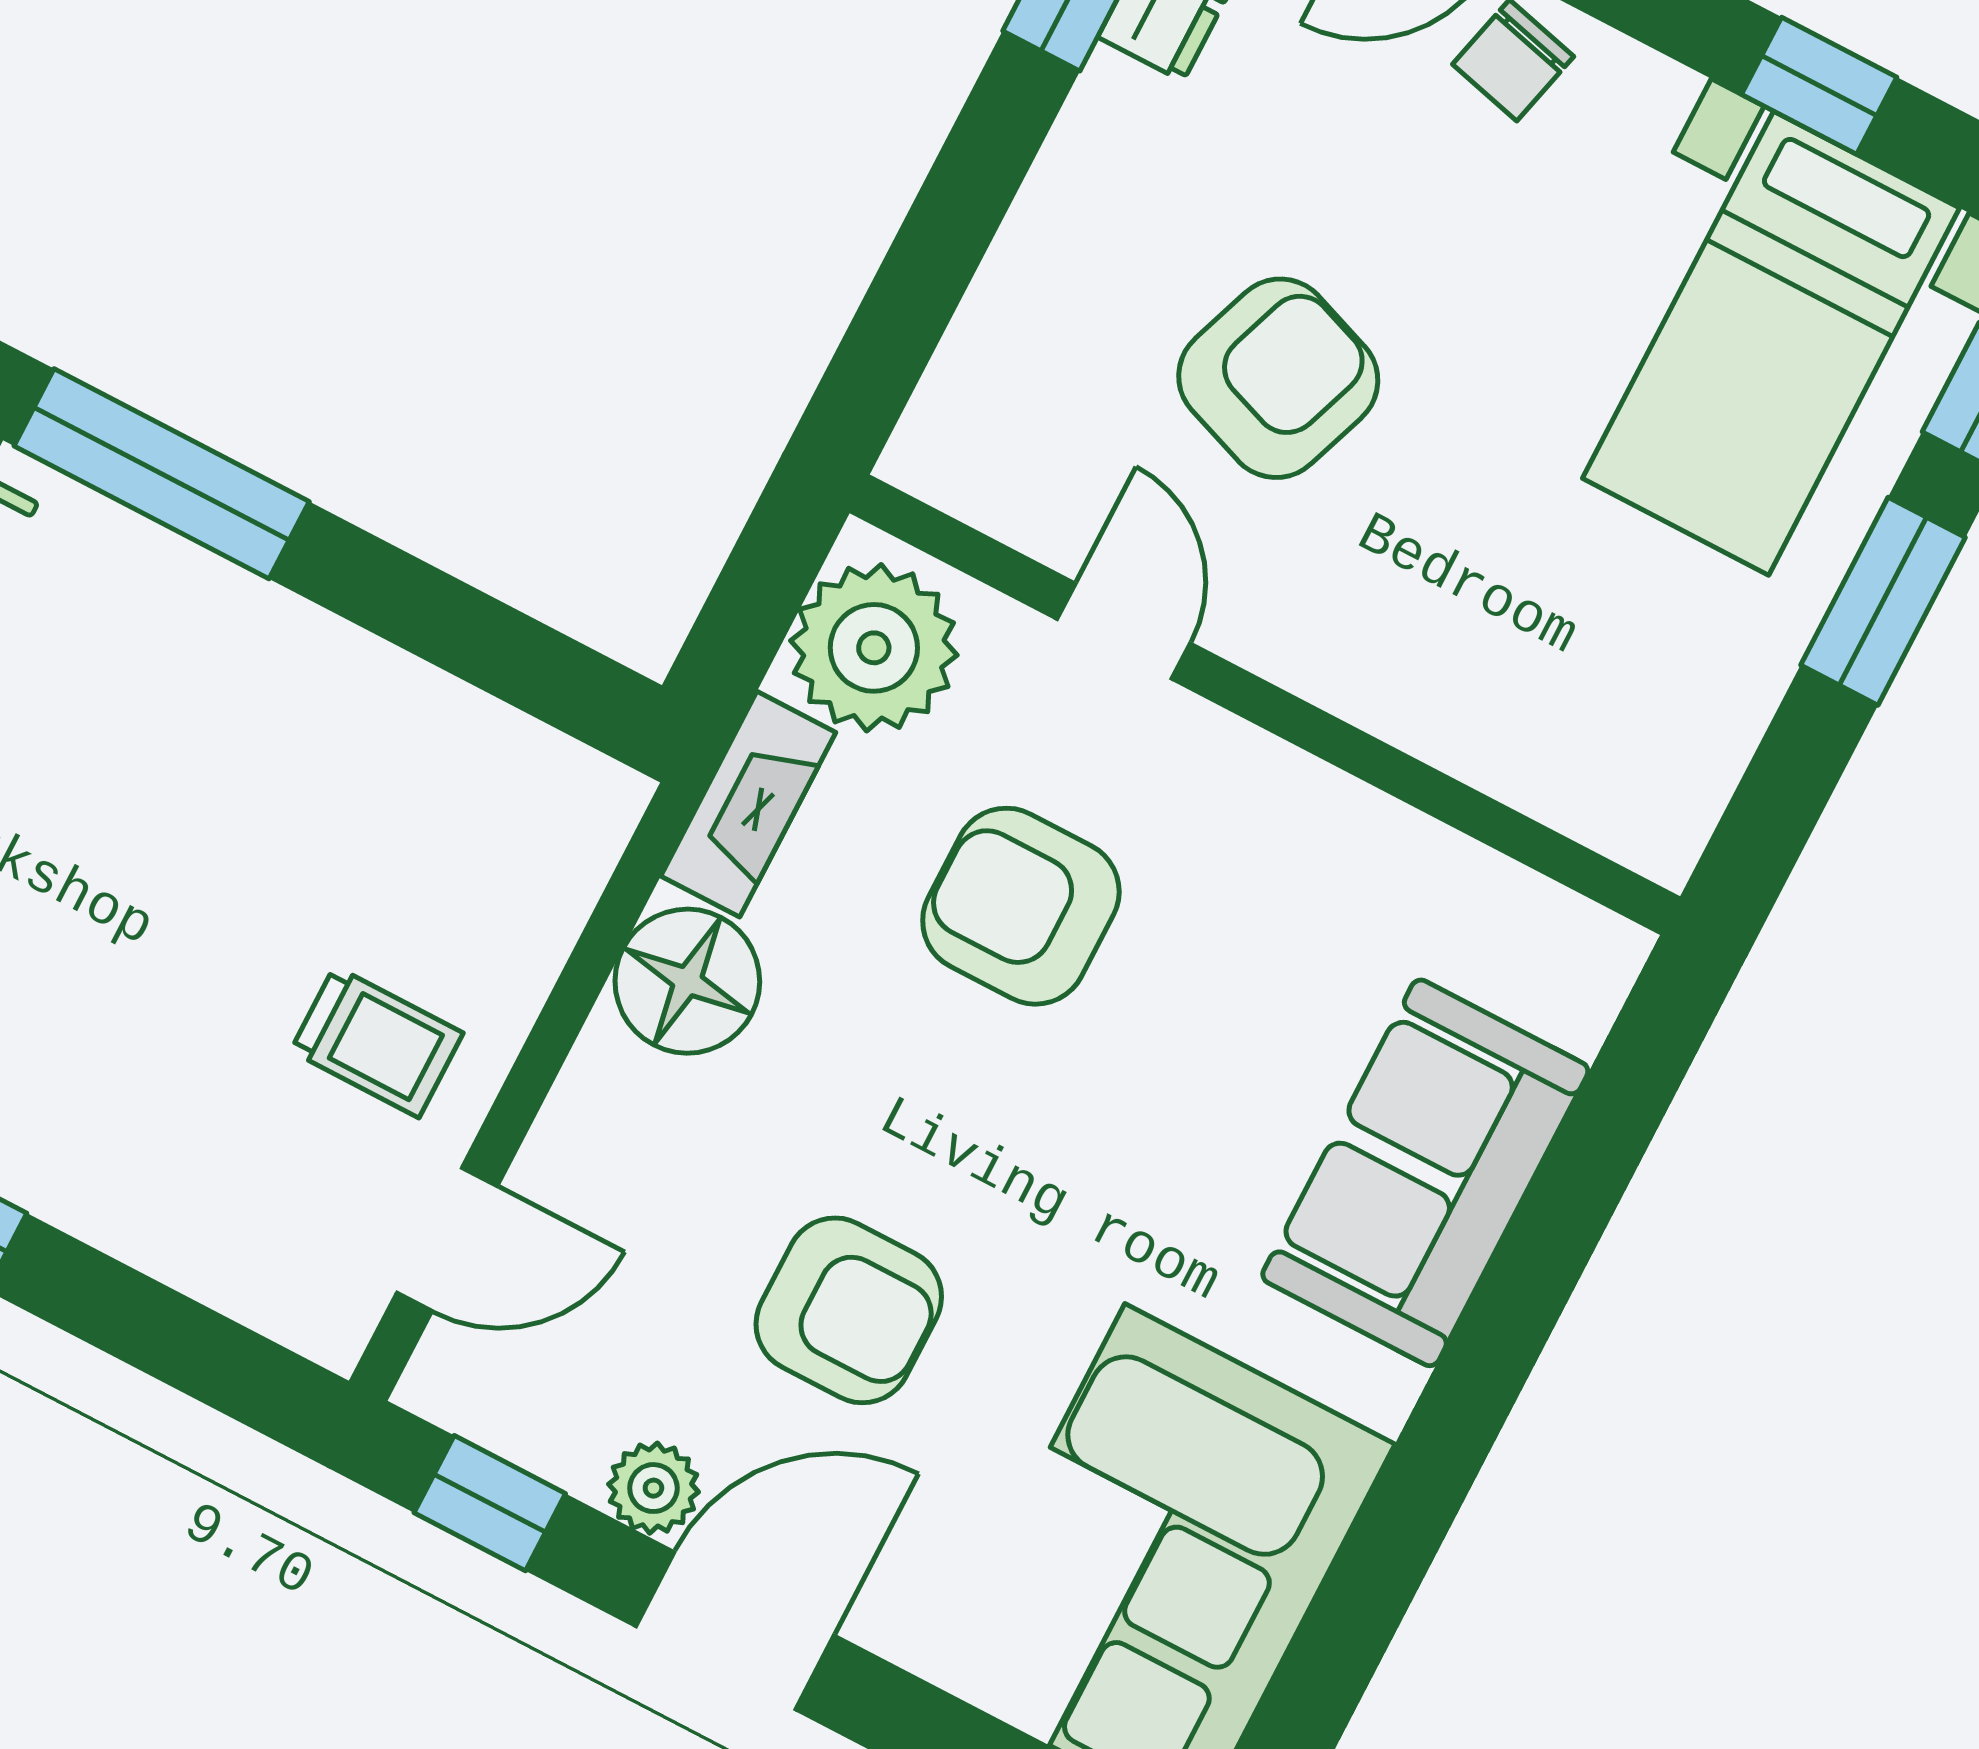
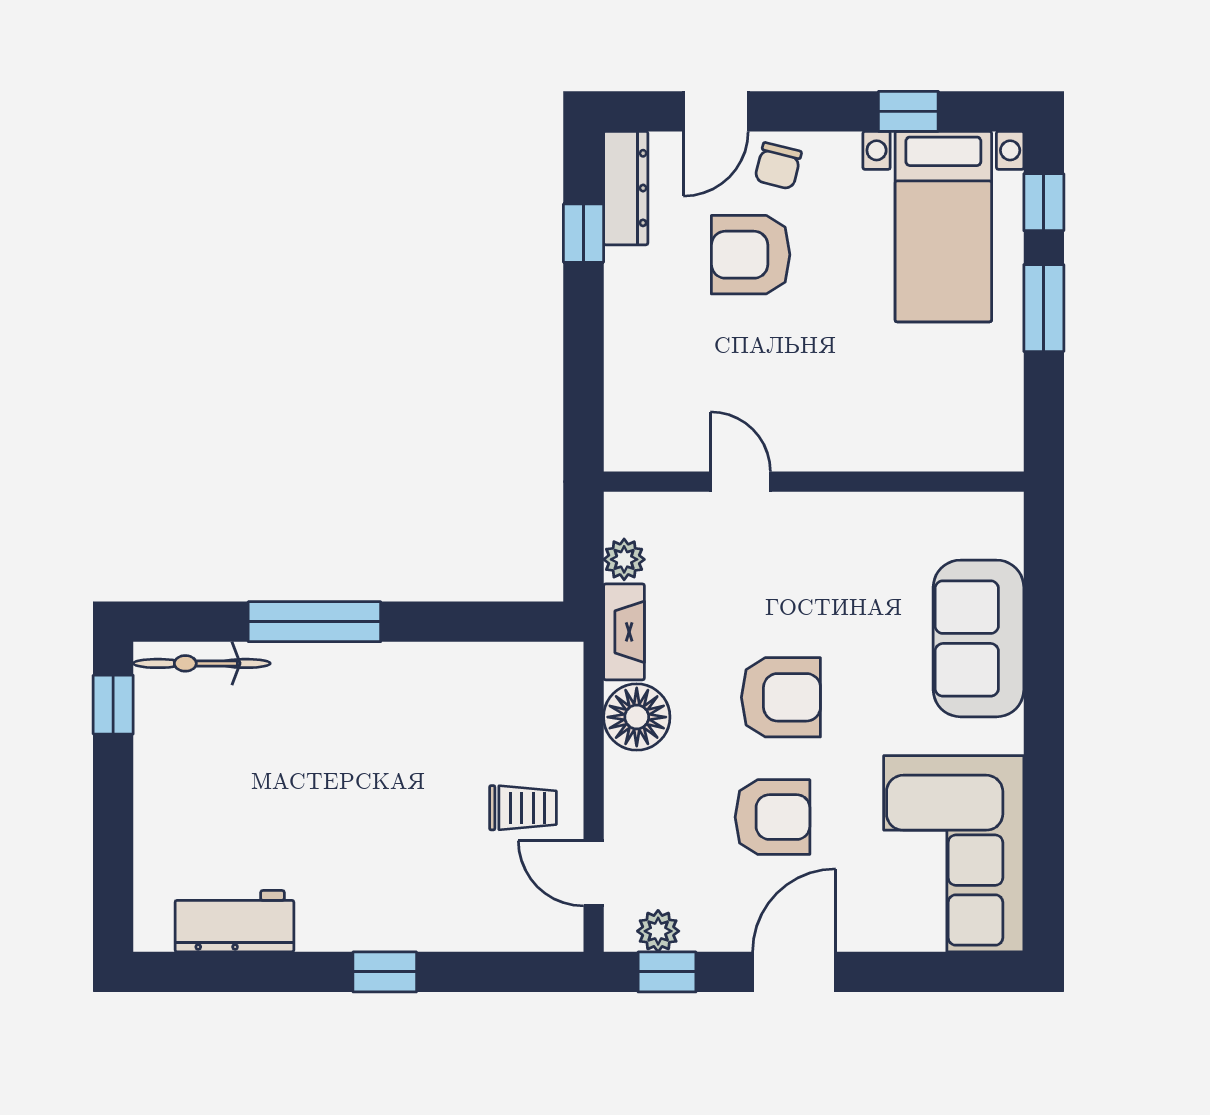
armchair: (1278, 378) -> (751, 255), moved, turned -110
plant: (874, 648) -> (624, 559), width x0.53, depth x0.53
armchair: (1021, 906) -> (781, 697), moved, turned 180
door: (447, 1239) -> (594, 873), swing flipped
plant: (653, 1488) -> (658, 931), moved

